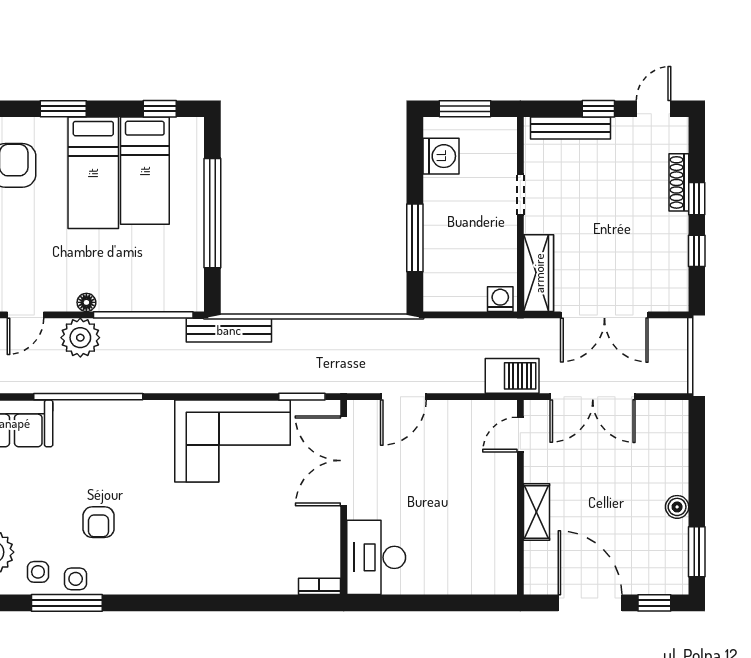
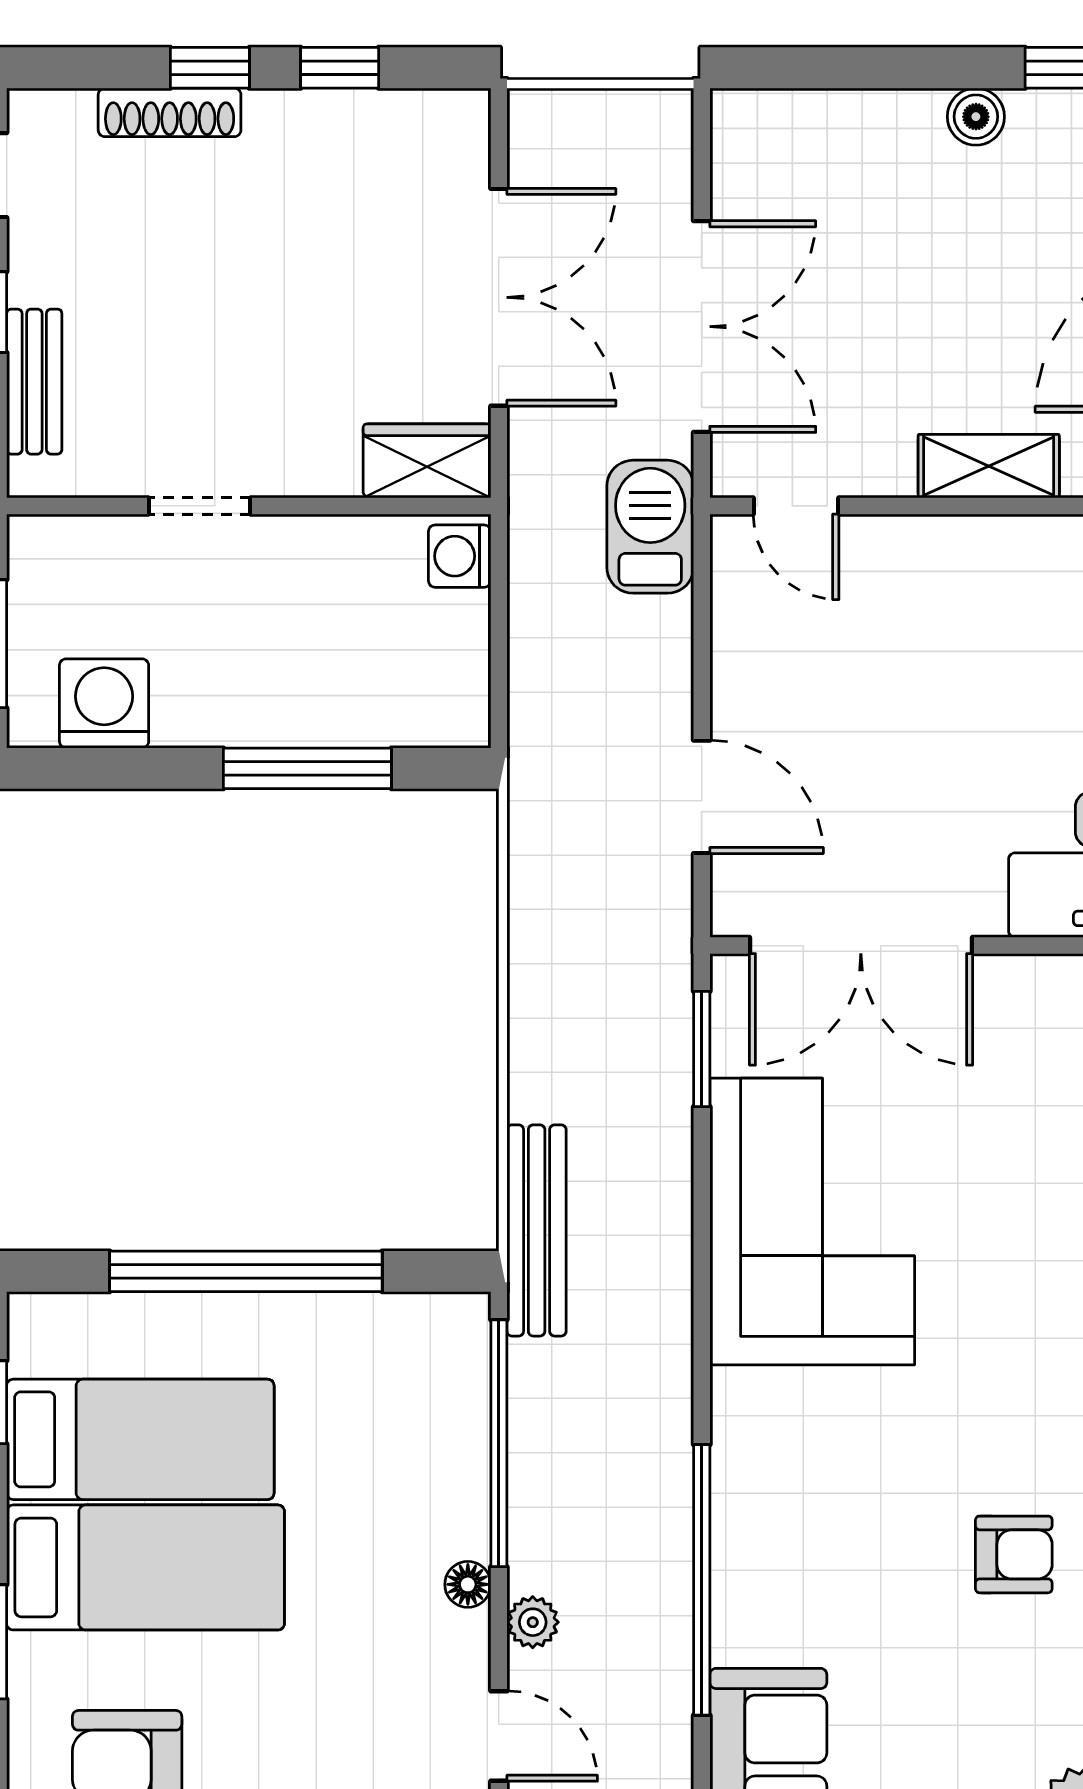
bench: (570, 128) -> (34, 382), width x0.73
wardrobe: (539, 273) -> (427, 461), width x0.67
plant: (80, 338) -> (533, 1622), width x0.53, depth x0.53

